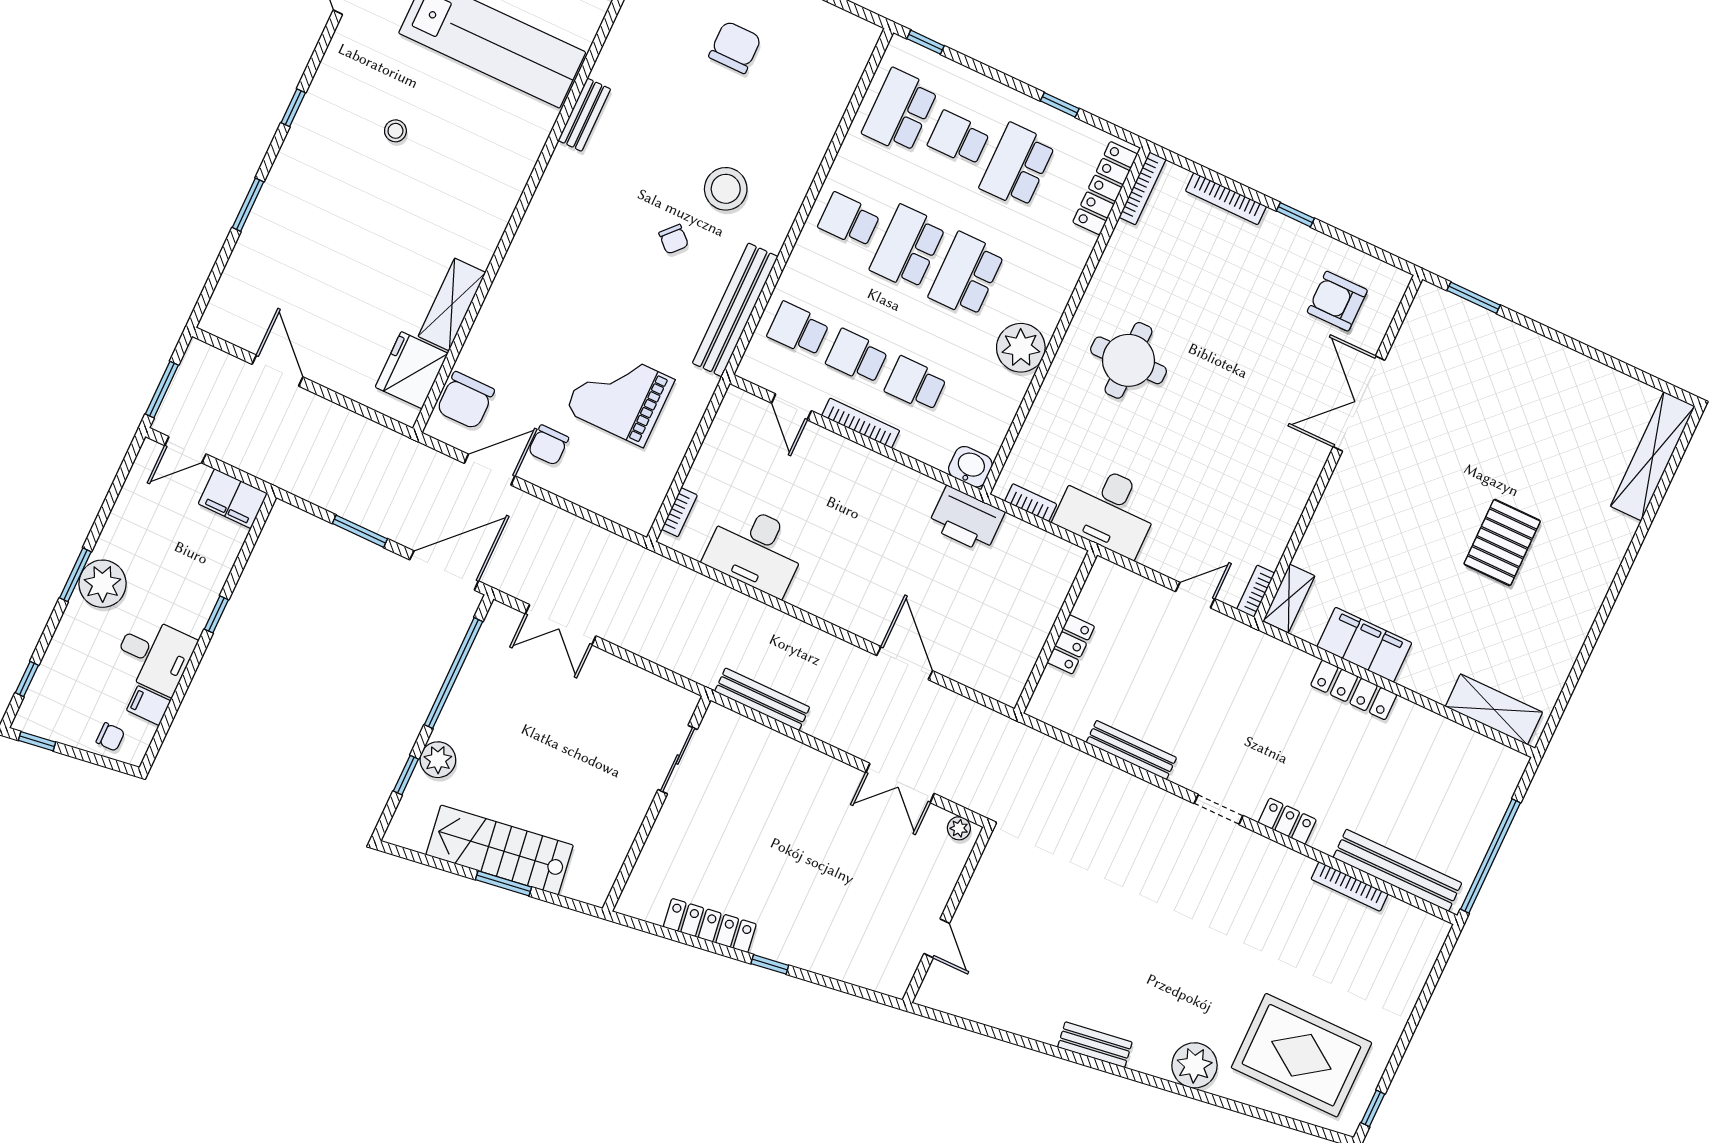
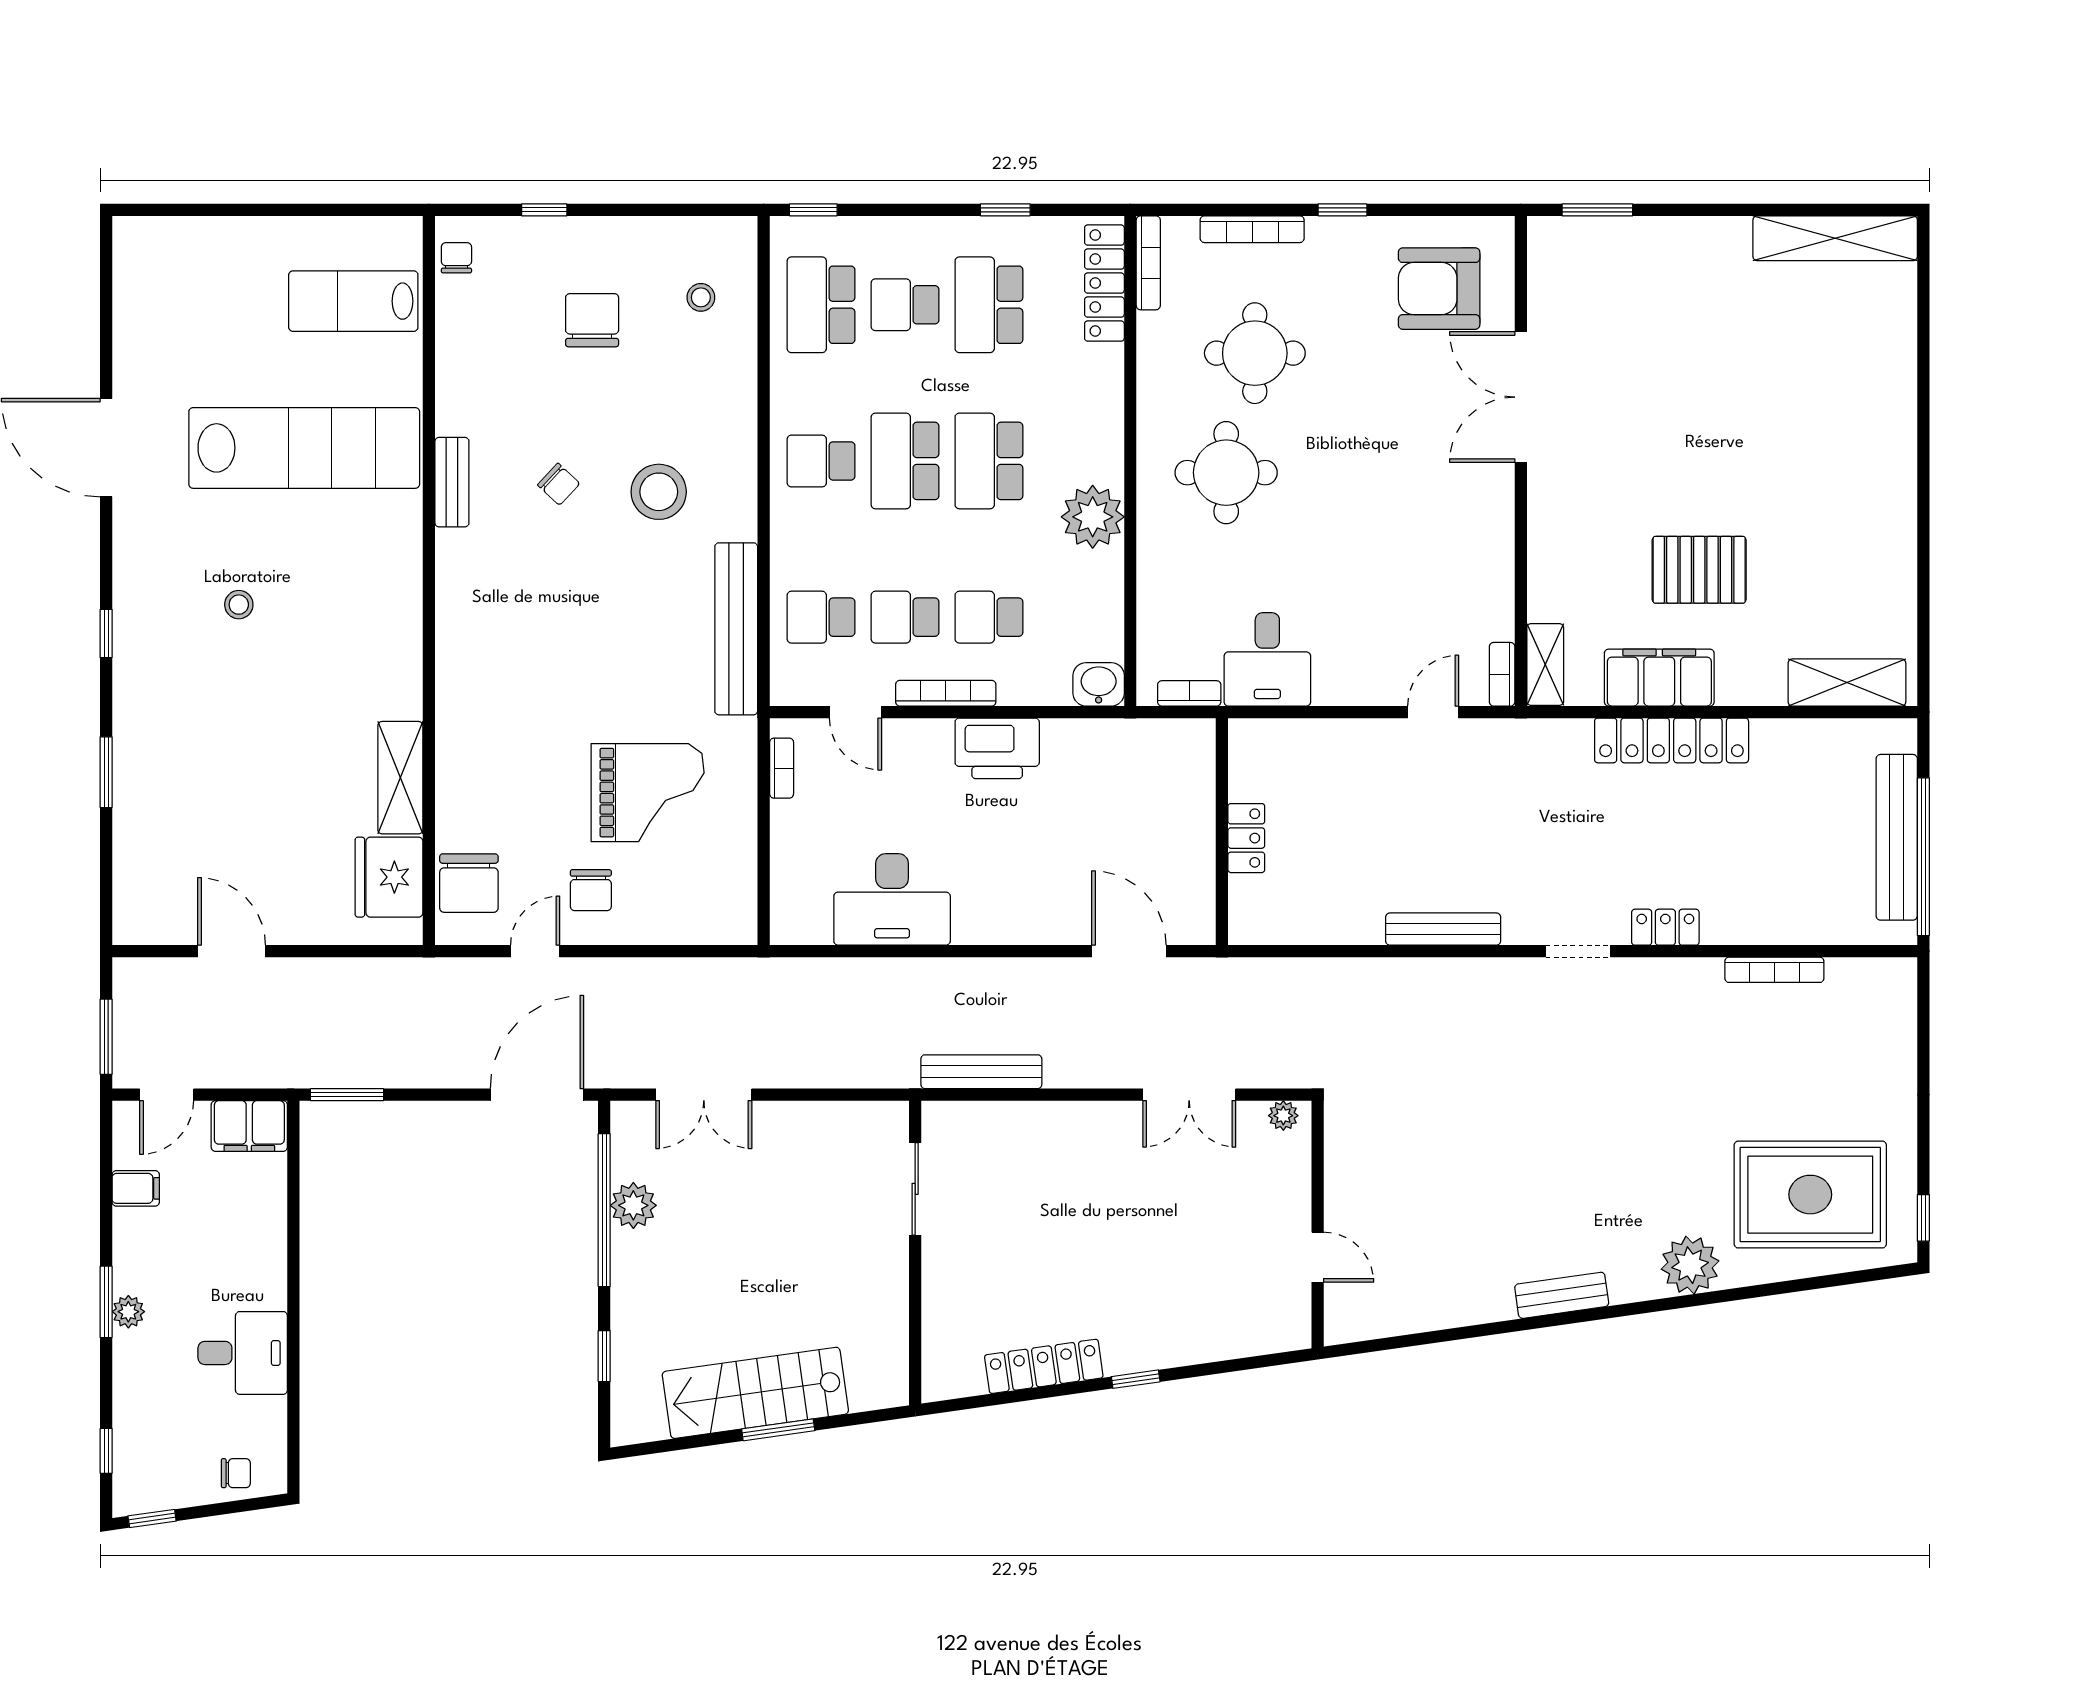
stool: (819, 67) -> (701, 297), added
chair: (674, 239) -> (559, 484), moved
round table: (1187, 286) -> (1255, 353), added
armchair: (1337, 301) -> (1439, 289), width x1.36, depth x1.36
grand piano: (620, 395) -> (648, 793), turned 180
shelving: (1653, 456) -> (1835, 238), moved, turned 90
door: (490, 470) -> (535, 951), width x0.73
desk: (1108, 510) -> (1267, 659), width x0.73
bookcase: (679, 512) -> (782, 768), moved
printer: (966, 519) -> (997, 748), moved
window: (360, 531) -> (347, 1095), moved
pallet: (1502, 543) -> (1699, 570), moved, turned 90
plant: (102, 584) -> (128, 1312), width x0.53, depth x0.53
window: (216, 614) -> (293, 1271), removed
wall: (1056, 632) -> (1222, 832), moved
locker: (1071, 644) -> (1246, 838), moved
locker: (1354, 690) -> (1672, 740), width x1.41, depth x1.21
filing cabinet: (149, 706) -> (136, 1188), moved, turned 180
plant: (438, 760) -> (633, 1205), moved
bench: (1397, 870) -> (1897, 837), moved, turned 90

